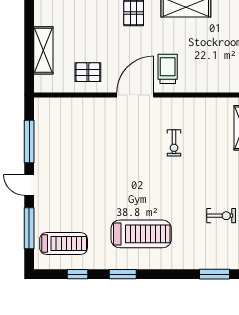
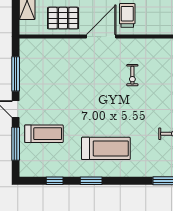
pallet: (88, 72) -> (63, 18), width x1.50, depth x1.42
treadmill: (64, 243) -> (44, 134), moved

